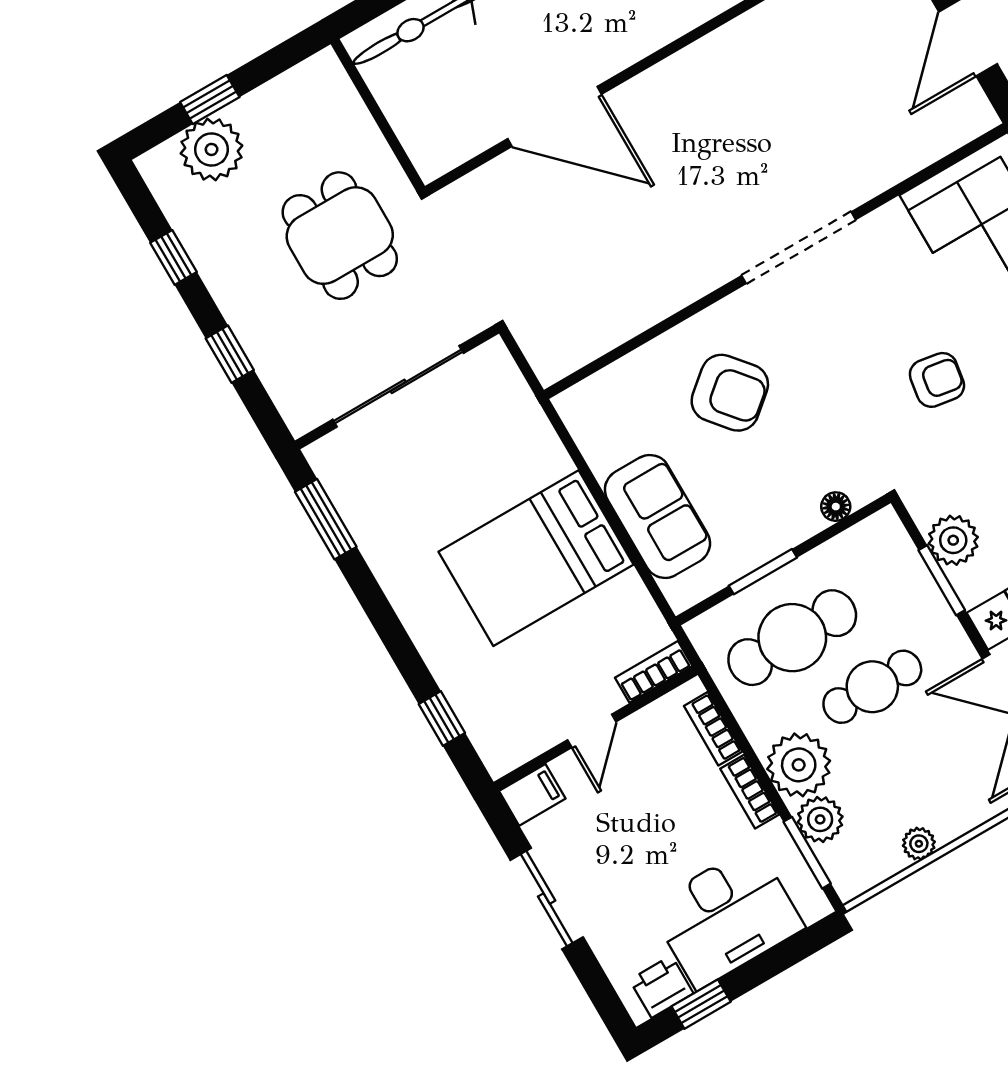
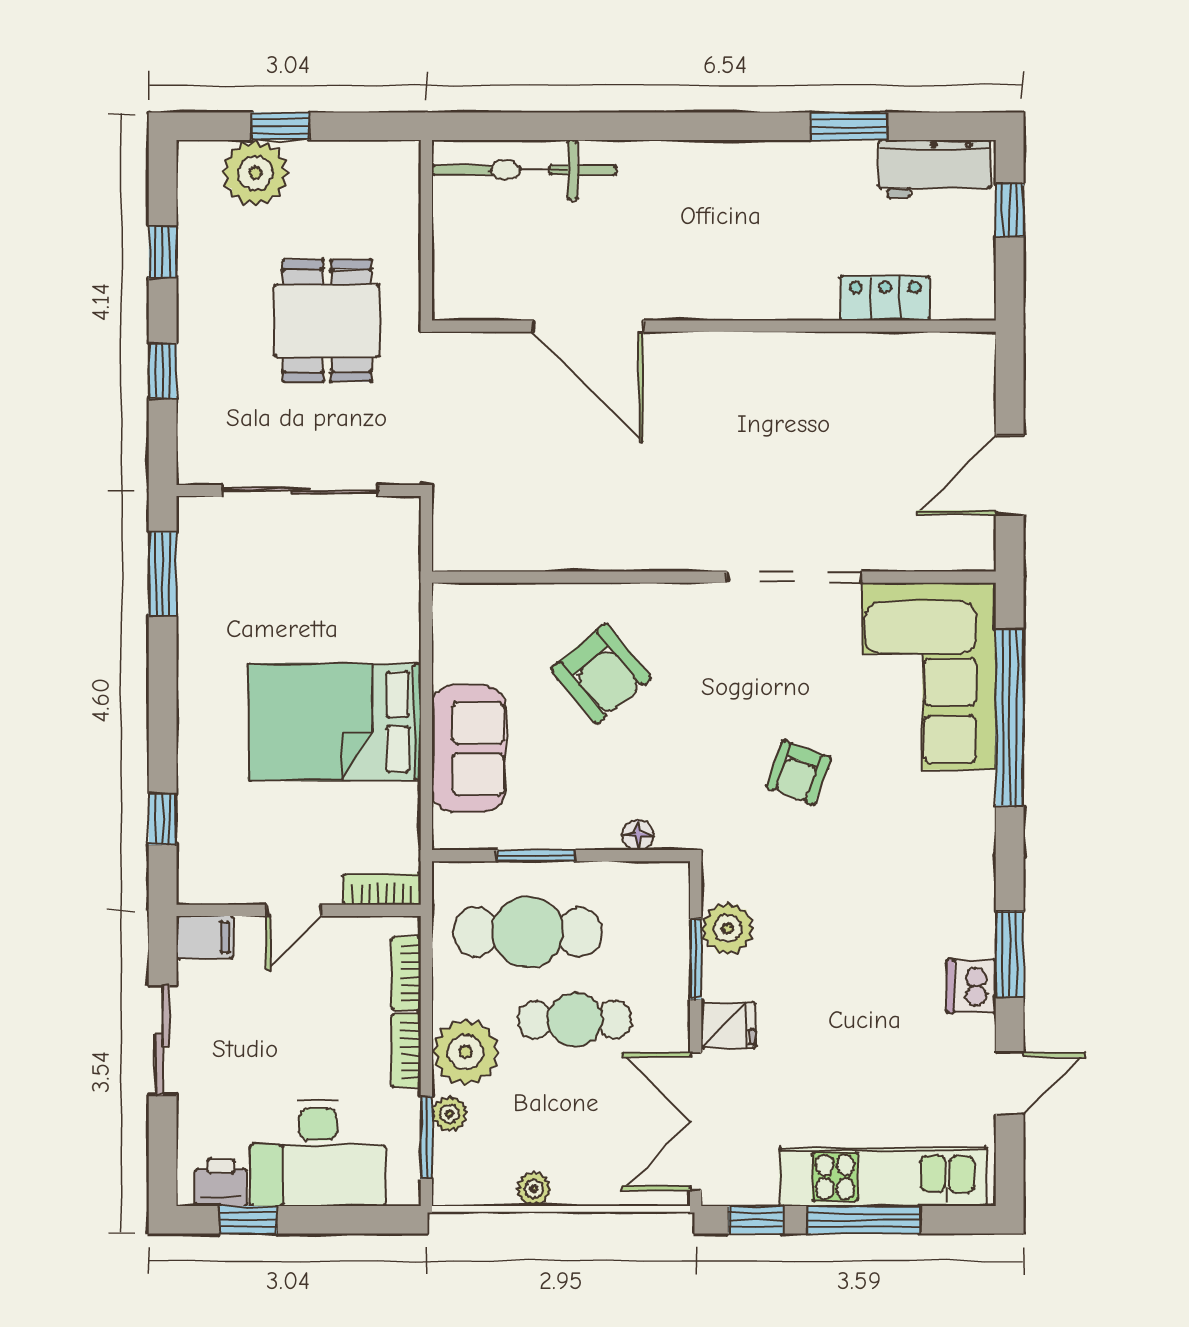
doorway: (799, 248) -> (794, 577), moved
armchair: (937, 380) -> (798, 773), turned 101
plant: (820, 819) -> (449, 1114), width x0.73, depth x0.73

